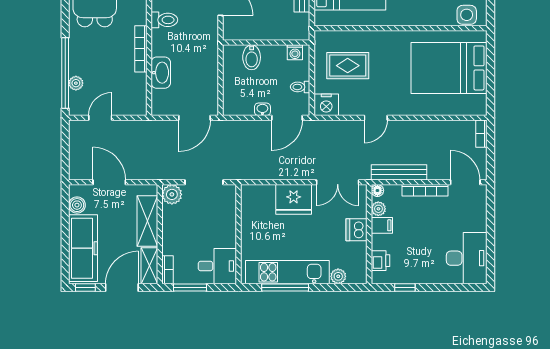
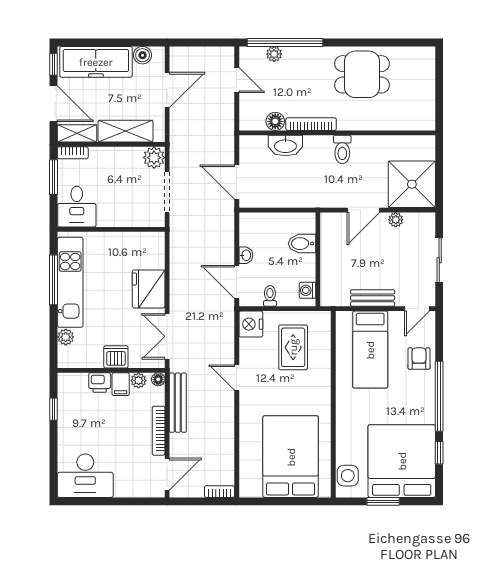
floor lamp: (138, 82) -> (275, 121), added
printer: (380, 261) -> (100, 383), moved

